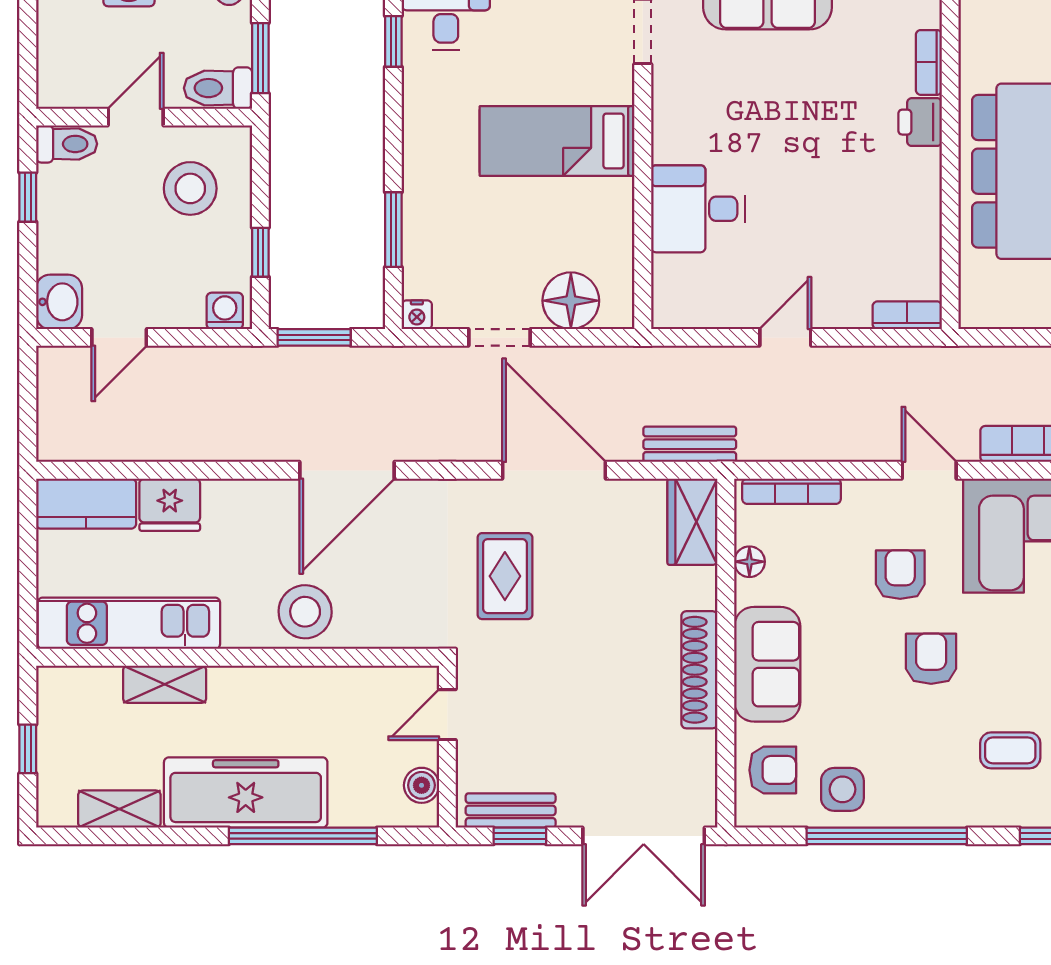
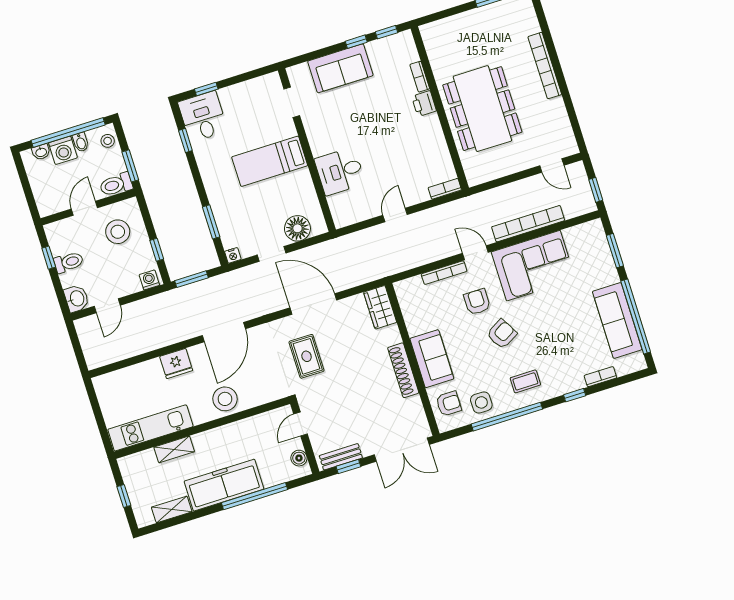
toilet: (67, 144) -> (69, 262), moved
bench: (690, 444) -> (368, 274), removed
bookcase: (792, 491) -> (444, 273), moved
kitchen counter: (86, 504) -> (116, 382), removed
fridge: (170, 505) -> (176, 363), moved
floor lamp: (749, 562) -> (410, 317), removed
armchair: (931, 659) -> (502, 334), turned 60
coffee table: (1010, 750) -> (525, 381), moved

